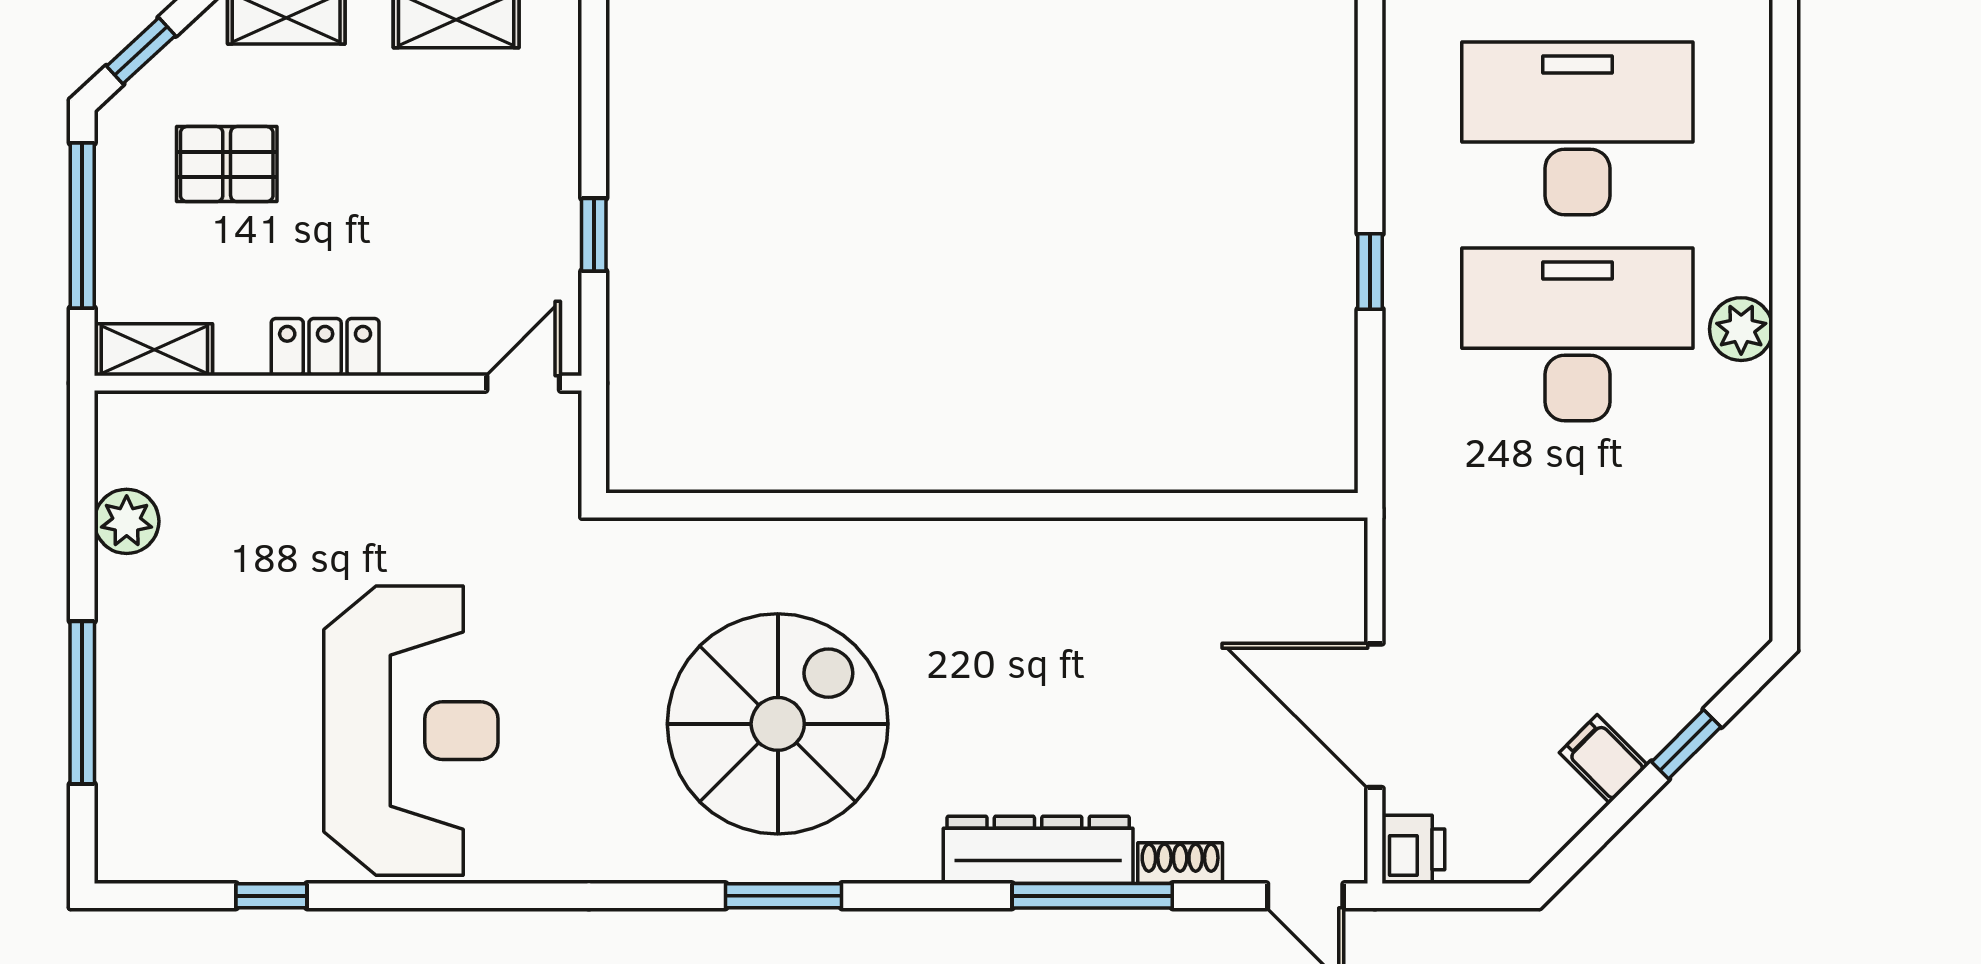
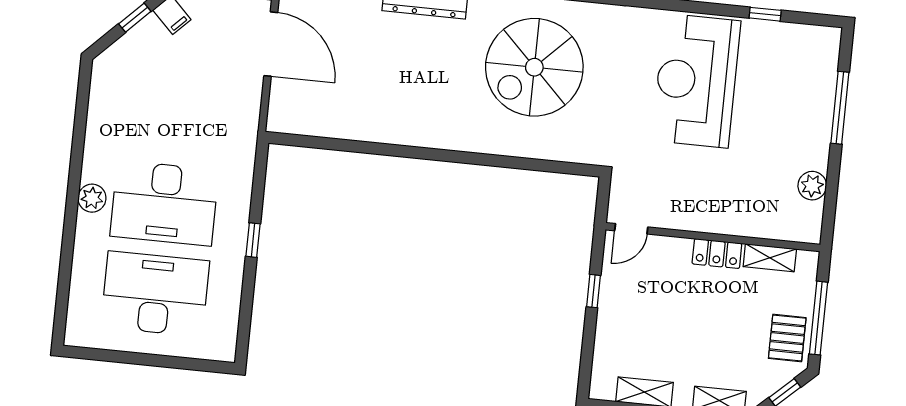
desk: (1577, 128) -> (155, 294), turned 180
pallet: (227, 164) -> (787, 338), moved, turned 90
shelving: (154, 350) -> (770, 258), moved

